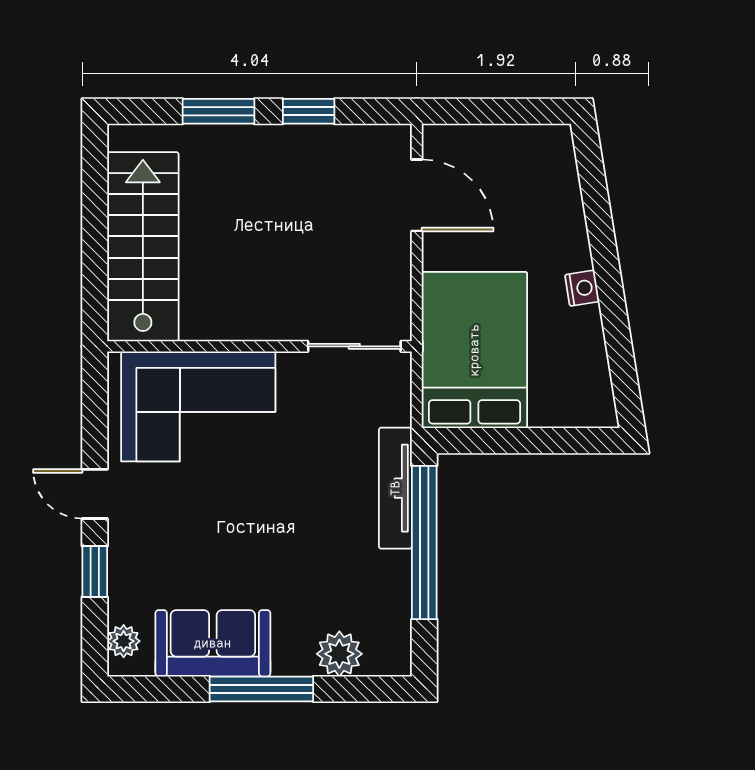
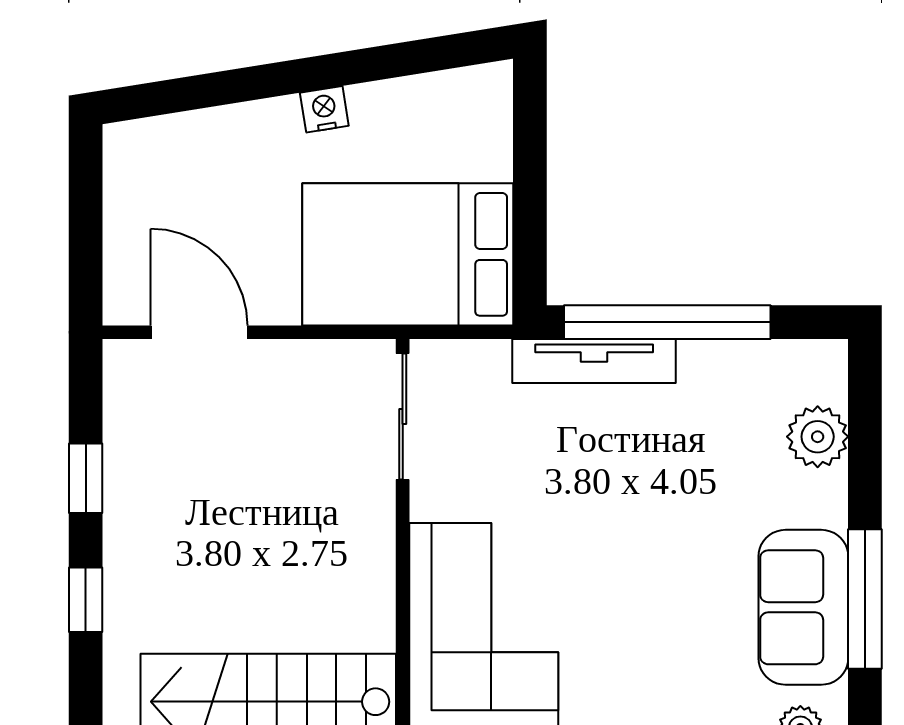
window: (218, 111) -> (86, 600), width x0.67
door: (417, 195) -> (199, 332), hinge flipped
window: (261, 689) -> (865, 599), moved

